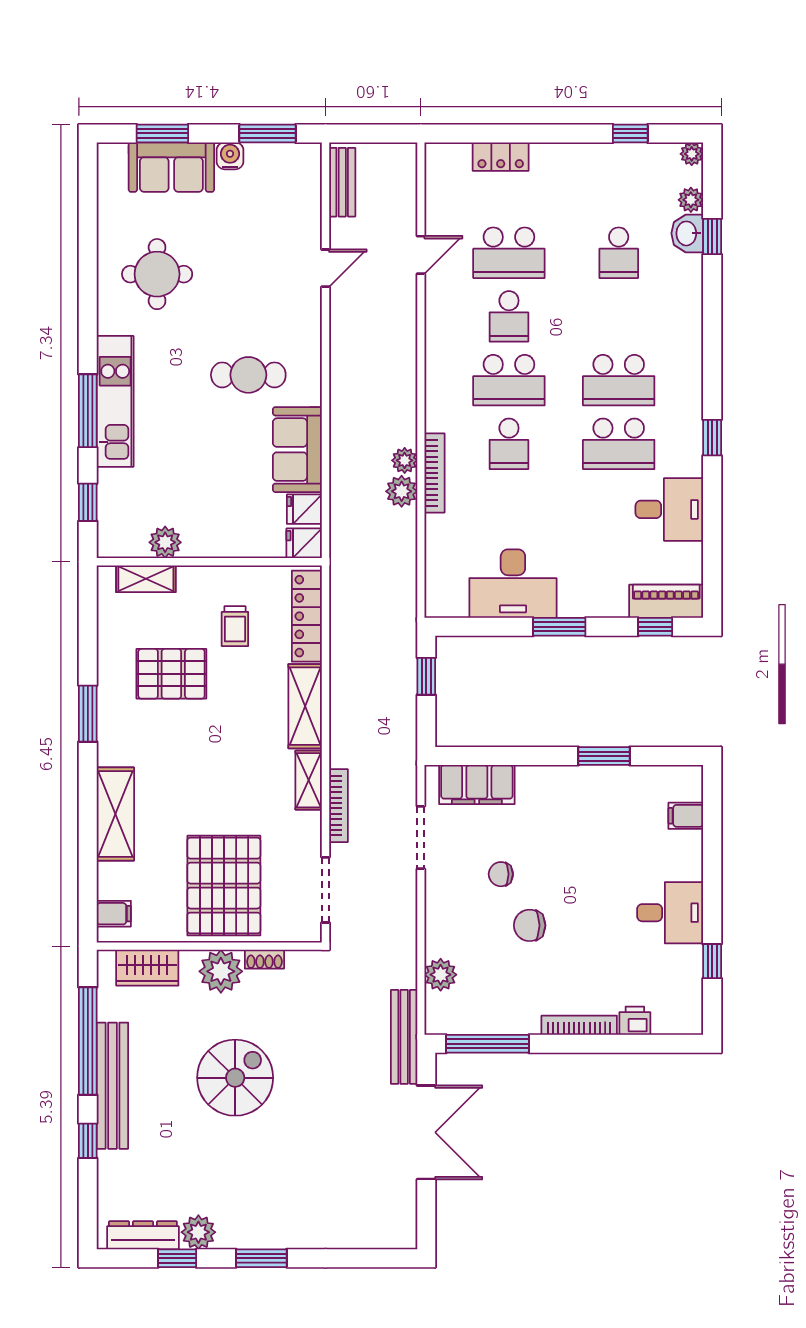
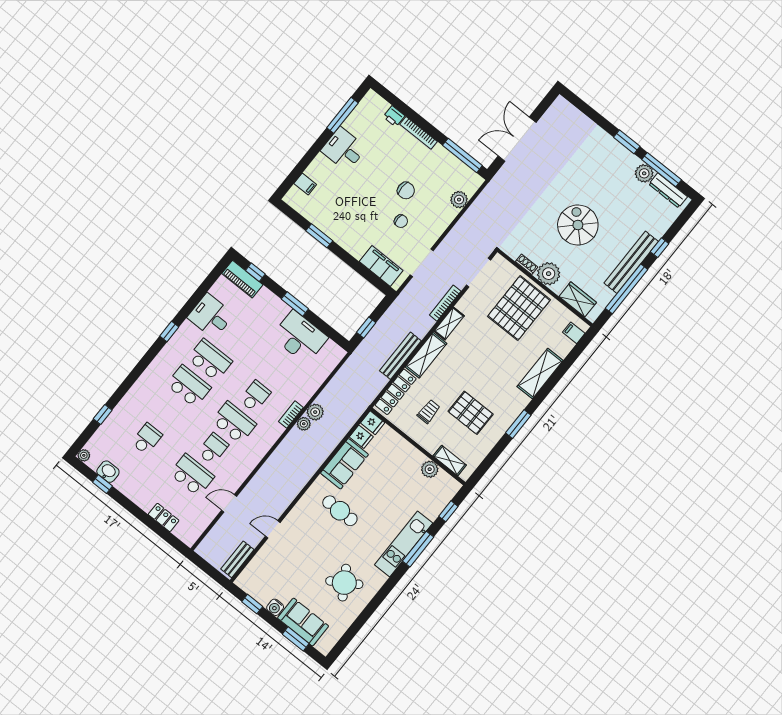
window: (267, 133) -> (252, 604), width x0.67
plant: (691, 200) -> (99, 437), removed
washbasin: (687, 233) -> (108, 472), moved, turned -90
round table: (157, 274) -> (344, 583), turned -32
bookcase: (435, 473) -> (291, 415), width x0.64
window: (712, 961) -> (342, 115), width x2.17
bench: (404, 1037) -> (400, 356), moved
spiral stairs: (235, 1078) -> (578, 225), turned 90
window: (177, 1258) -> (662, 170), width x2.17

